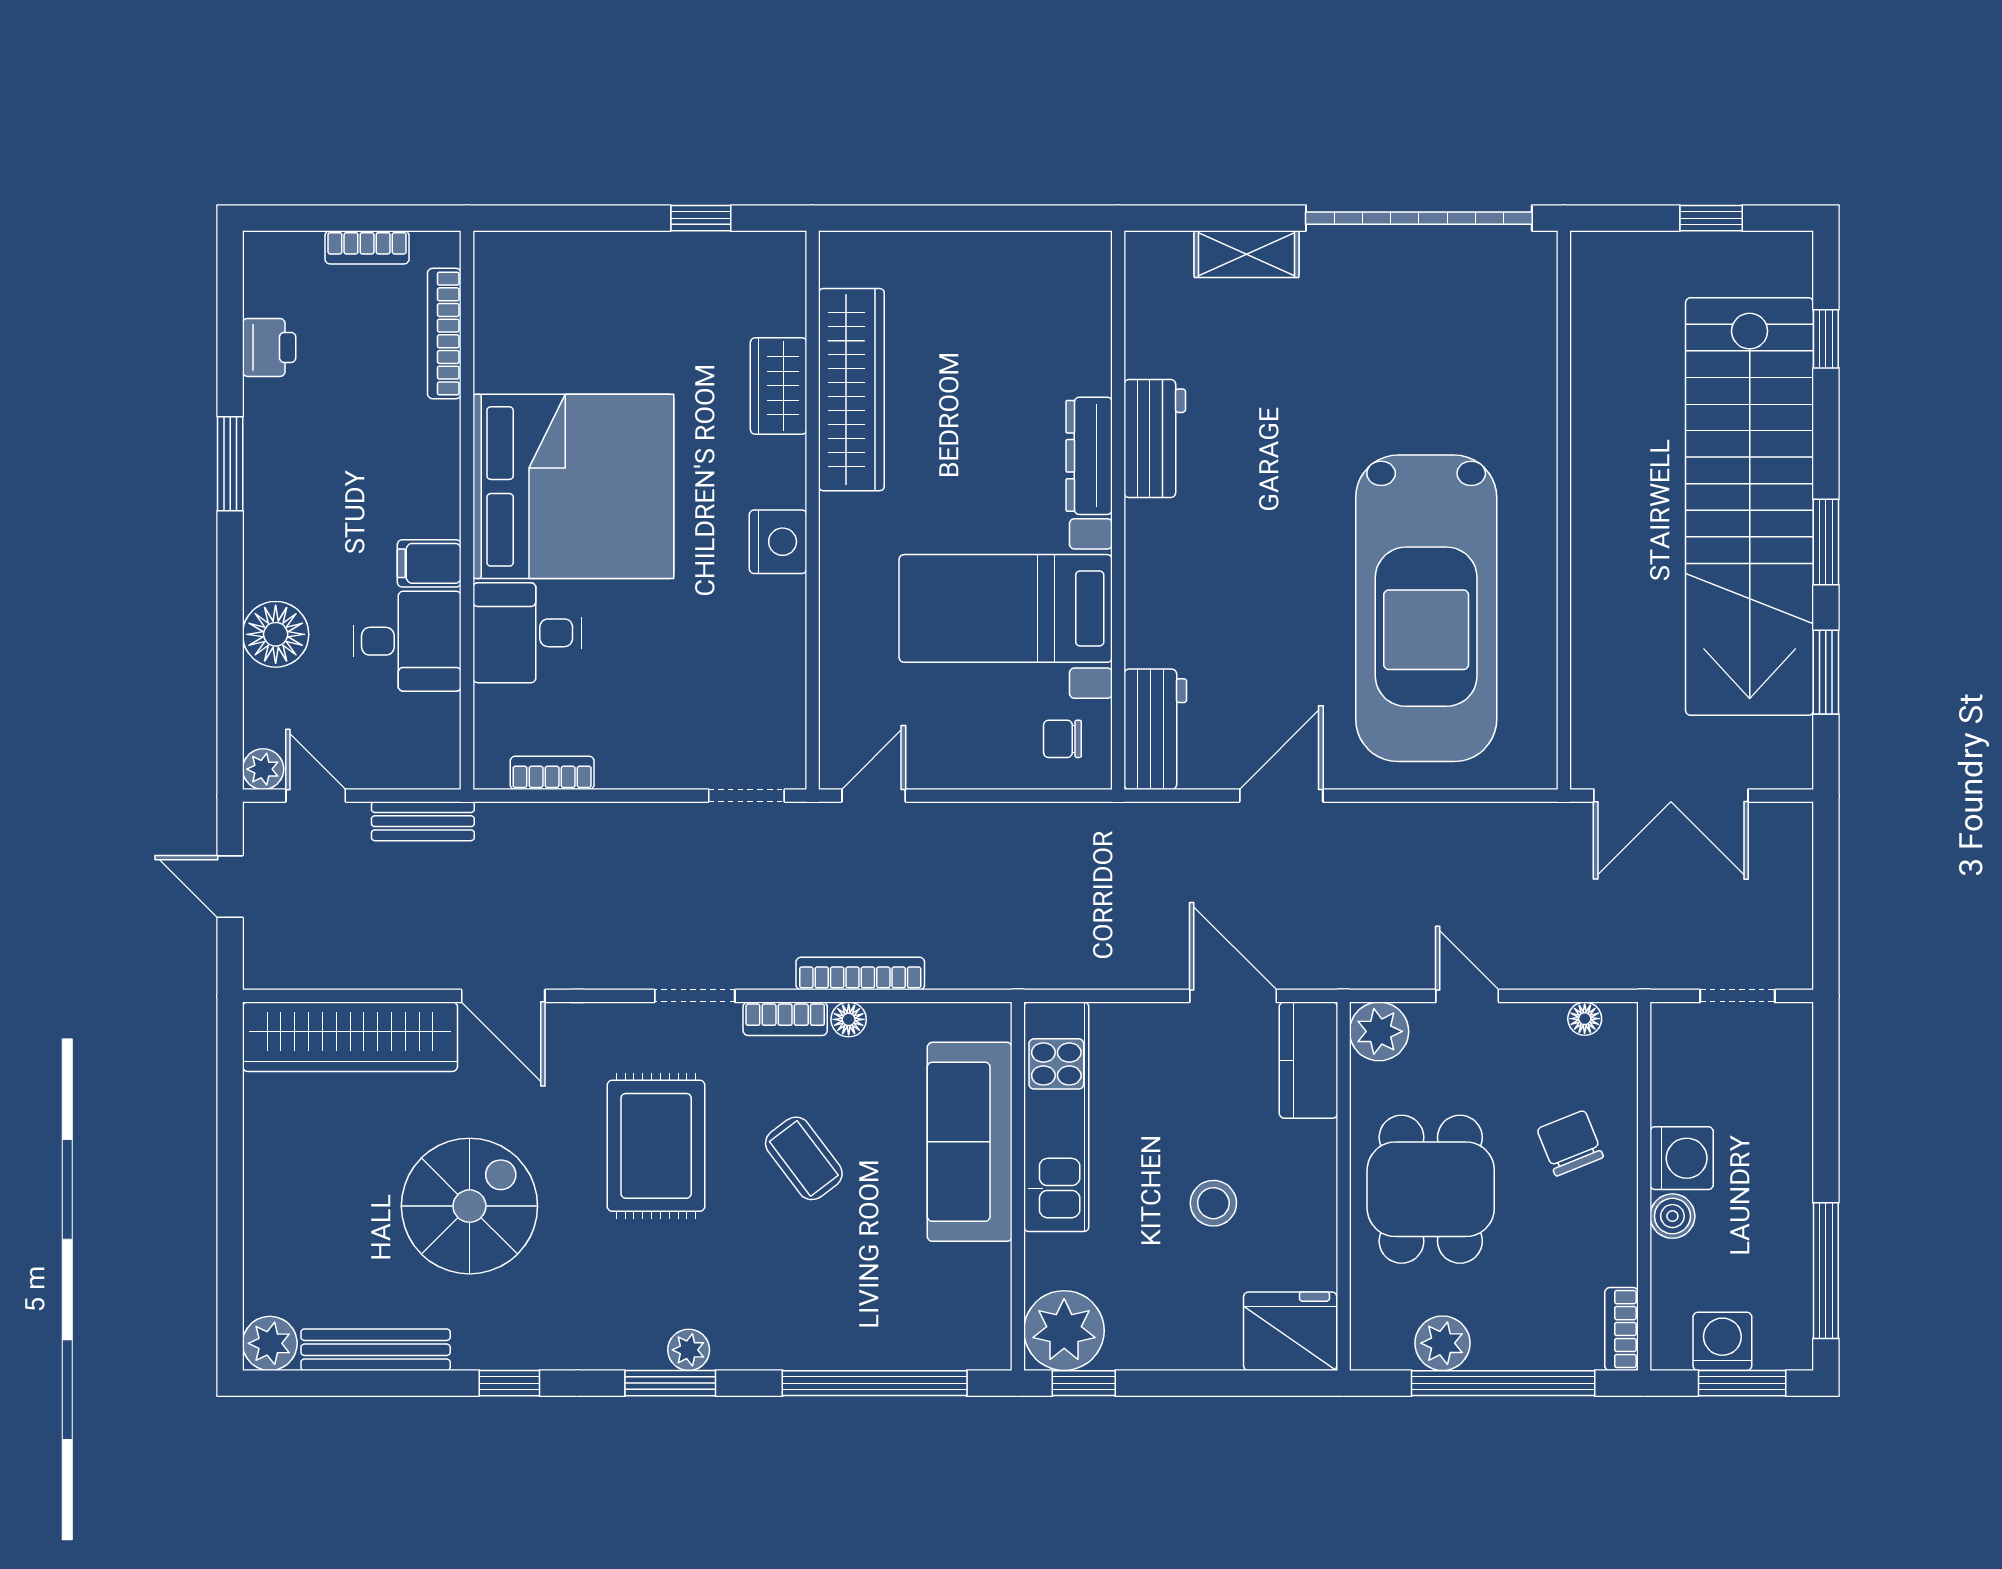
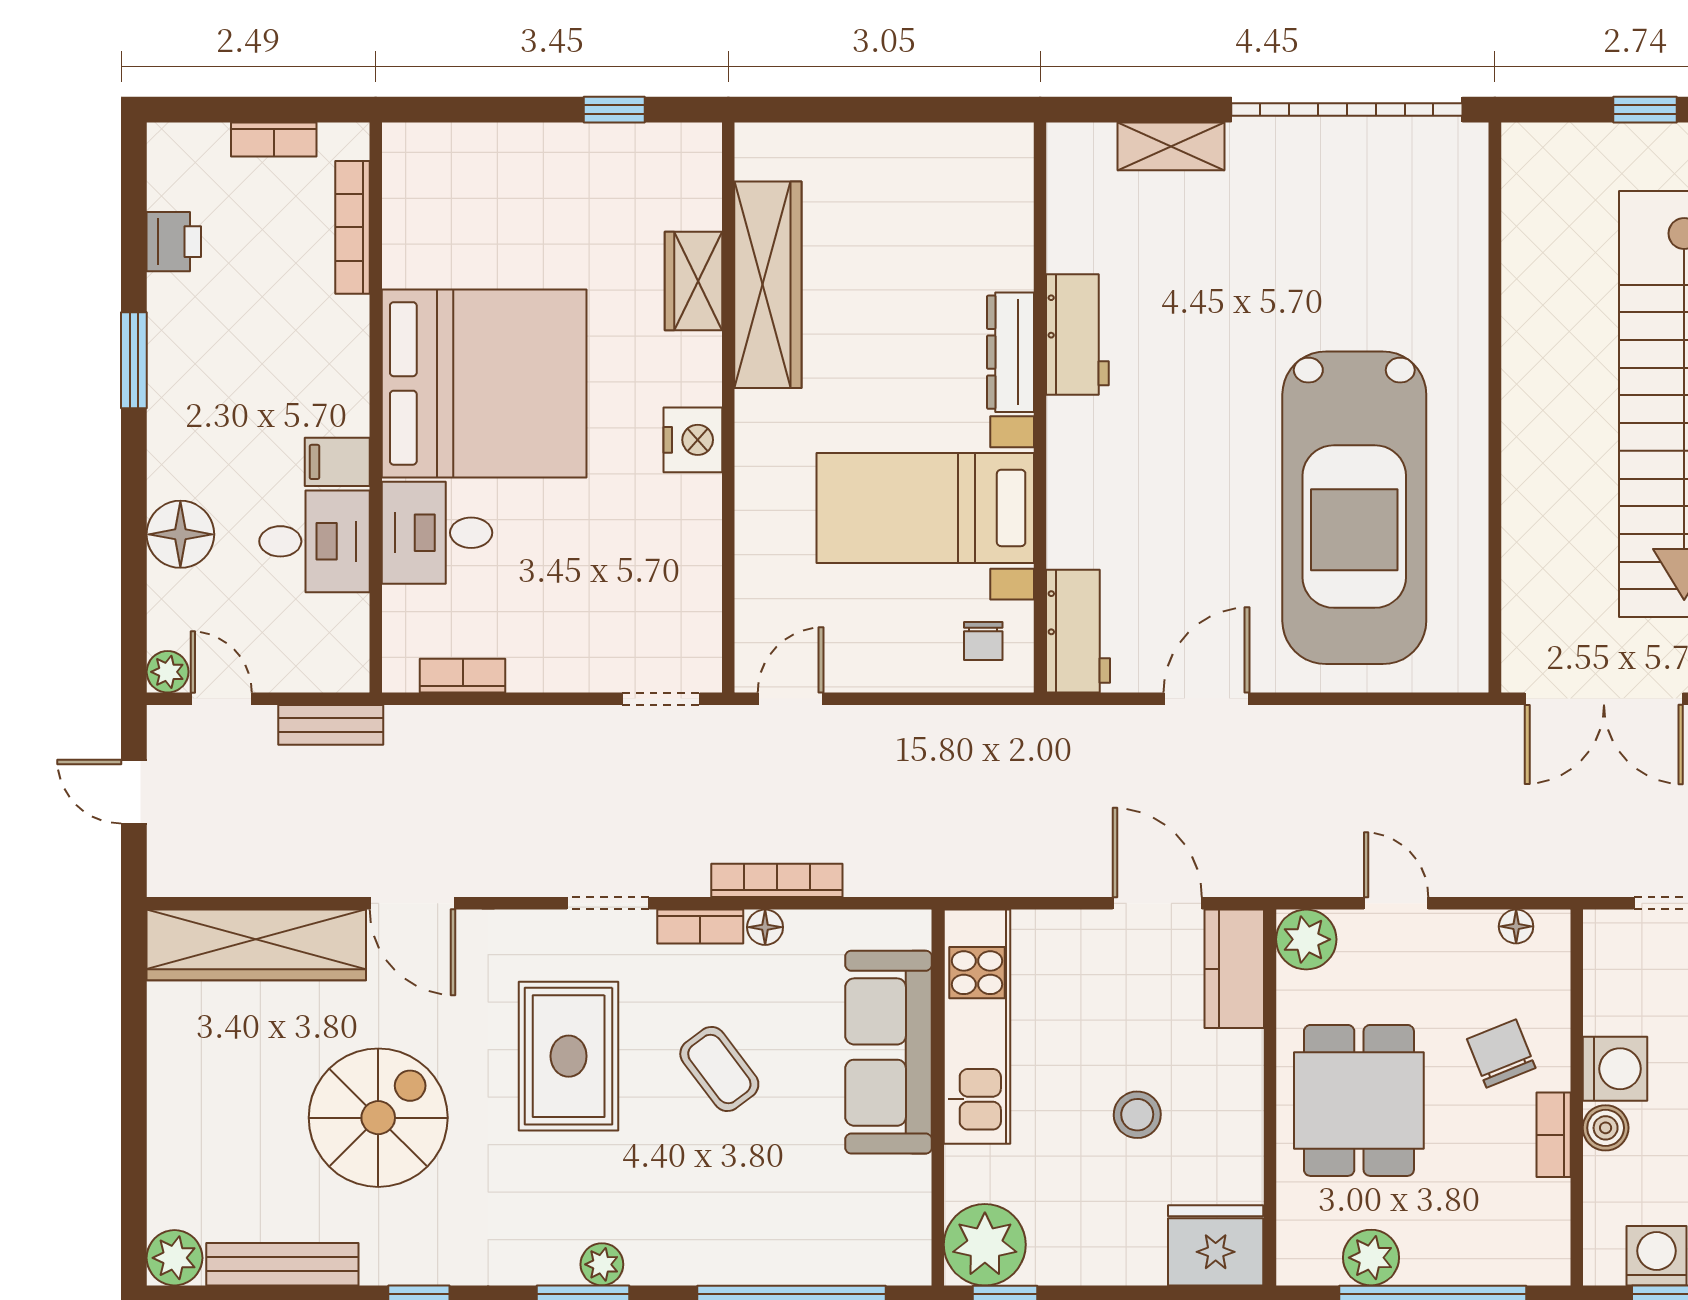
chair: (1062, 739) -> (983, 641), turned -90
bookcase: (1621, 1329) -> (1554, 1135), moved

